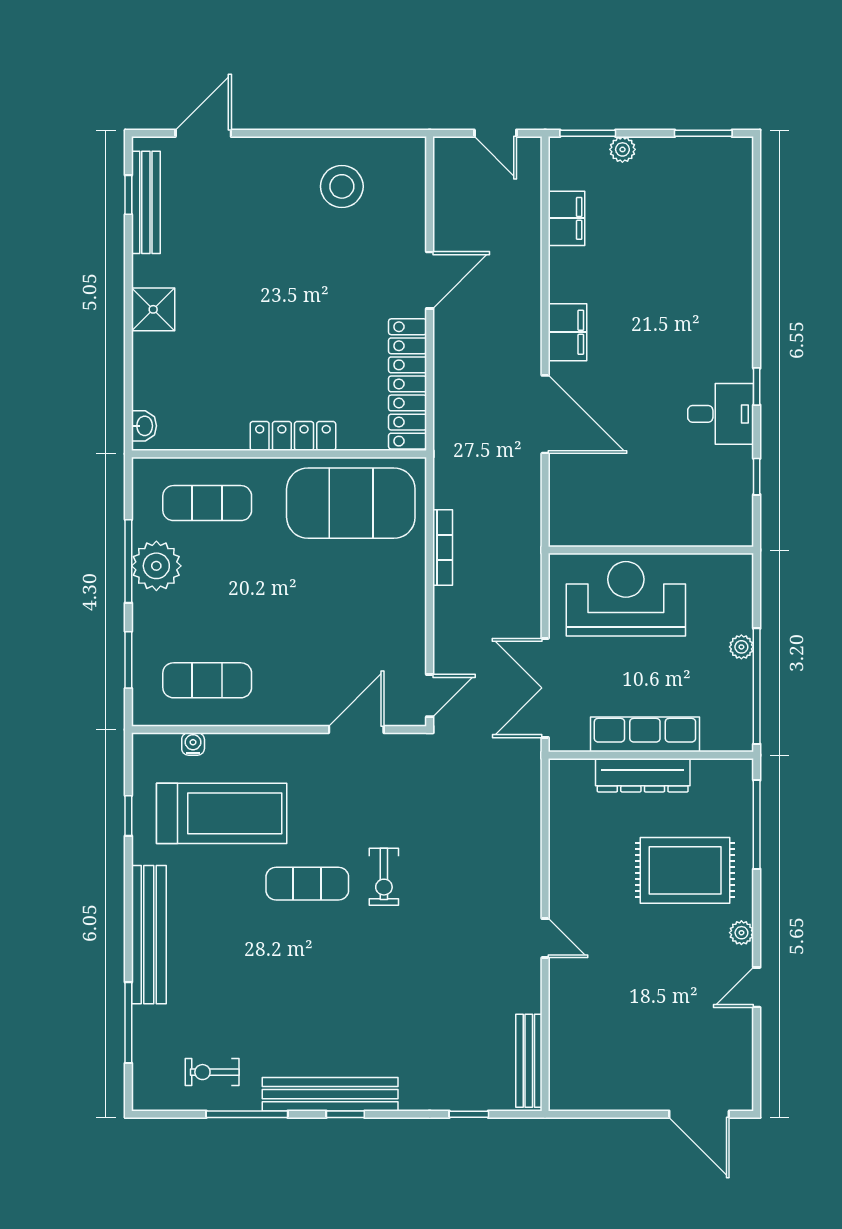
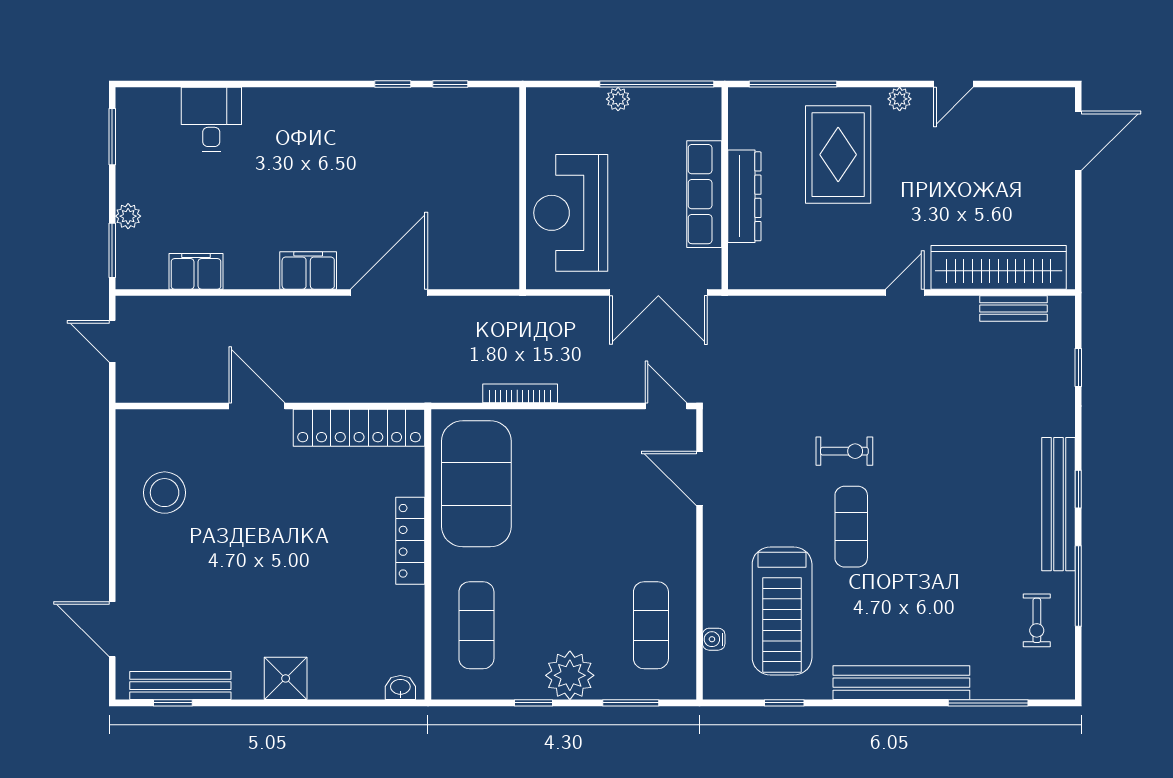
door: (495, 133) -> (112, 341), swing flipped
window: (757, 387) -> (393, 84), moved
desk: (721, 414) -> (211, 119), moved
window: (128, 561) -> (534, 703), width x0.46
plant: (156, 566) -> (570, 675), moved
treadmill: (222, 813) -> (782, 611), turned 180
door: (757, 987) -> (953, 84), hinge flipped
wardrobe: (571, 1033) -> (999, 267), added
bench: (529, 1061) -> (1013, 308), width x0.73

